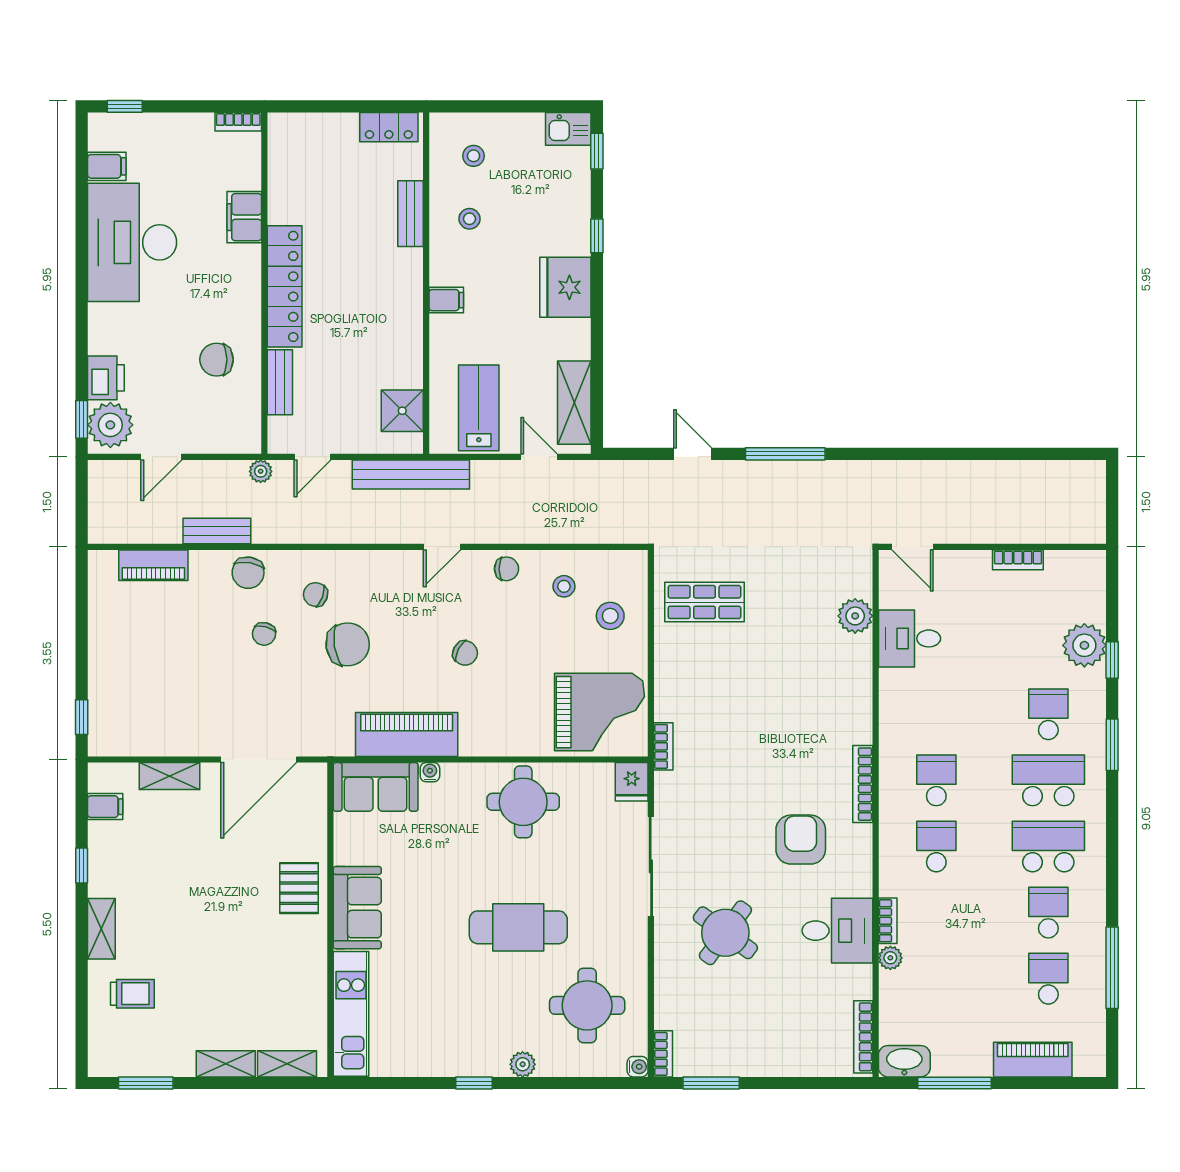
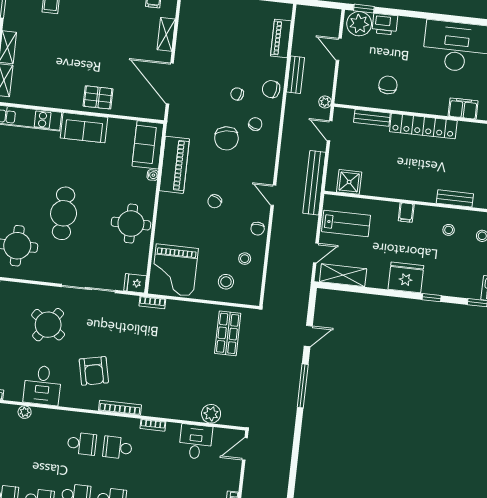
school desk: (936, 780) -> (118, 448), turned 180
armchair: (801, 840) -> (94, 371), turned 78
bookcase: (888, 921) -> (153, 425), moved

